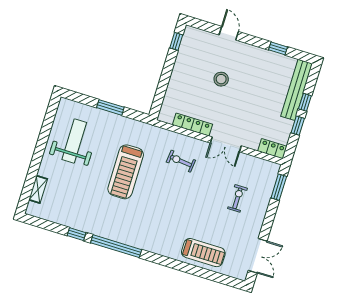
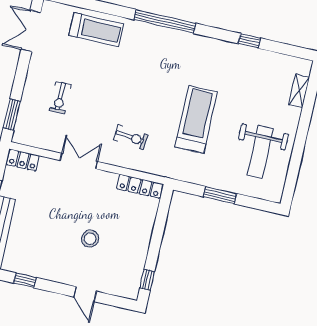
locker: (192, 125) -> (140, 186), moved
window: (116, 246) -> (165, 21), moved
treadmill: (203, 253) -> (96, 30), turned 180

